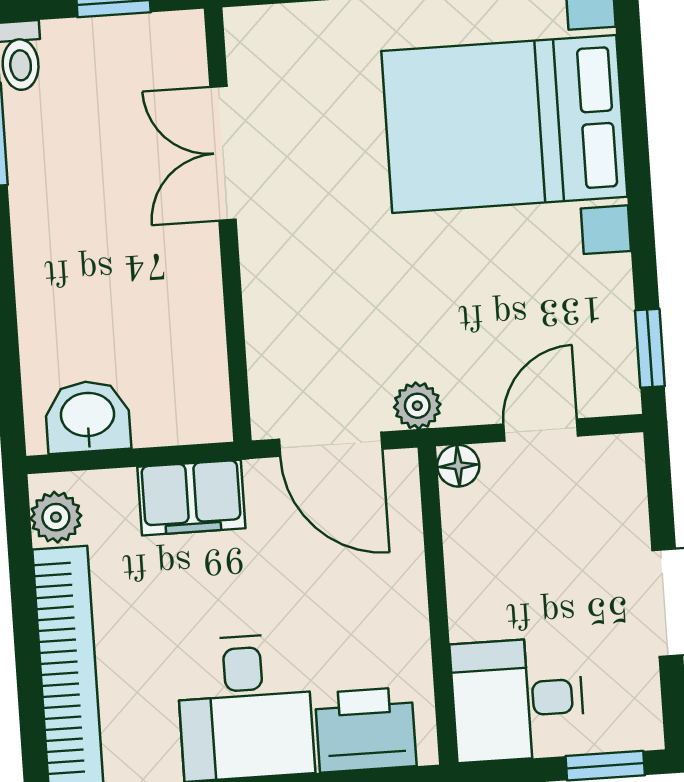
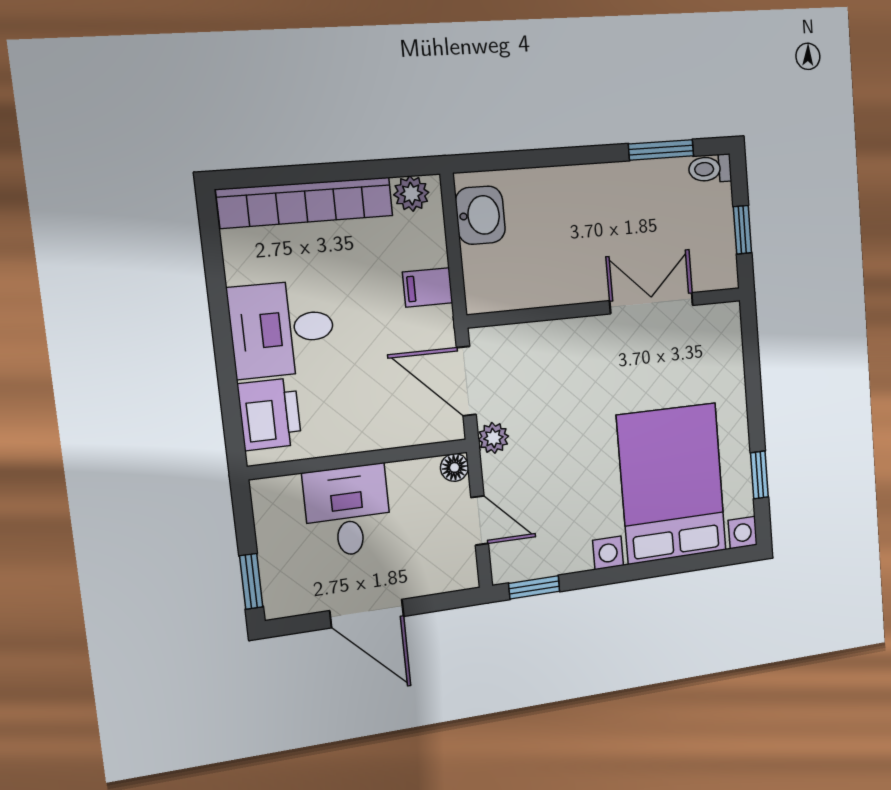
door: (331, 444) -> (466, 381), hinge flipped
filing cabinet: (191, 498) -> (428, 287), width x0.50
desk: (518, 700) -> (348, 511), moved

